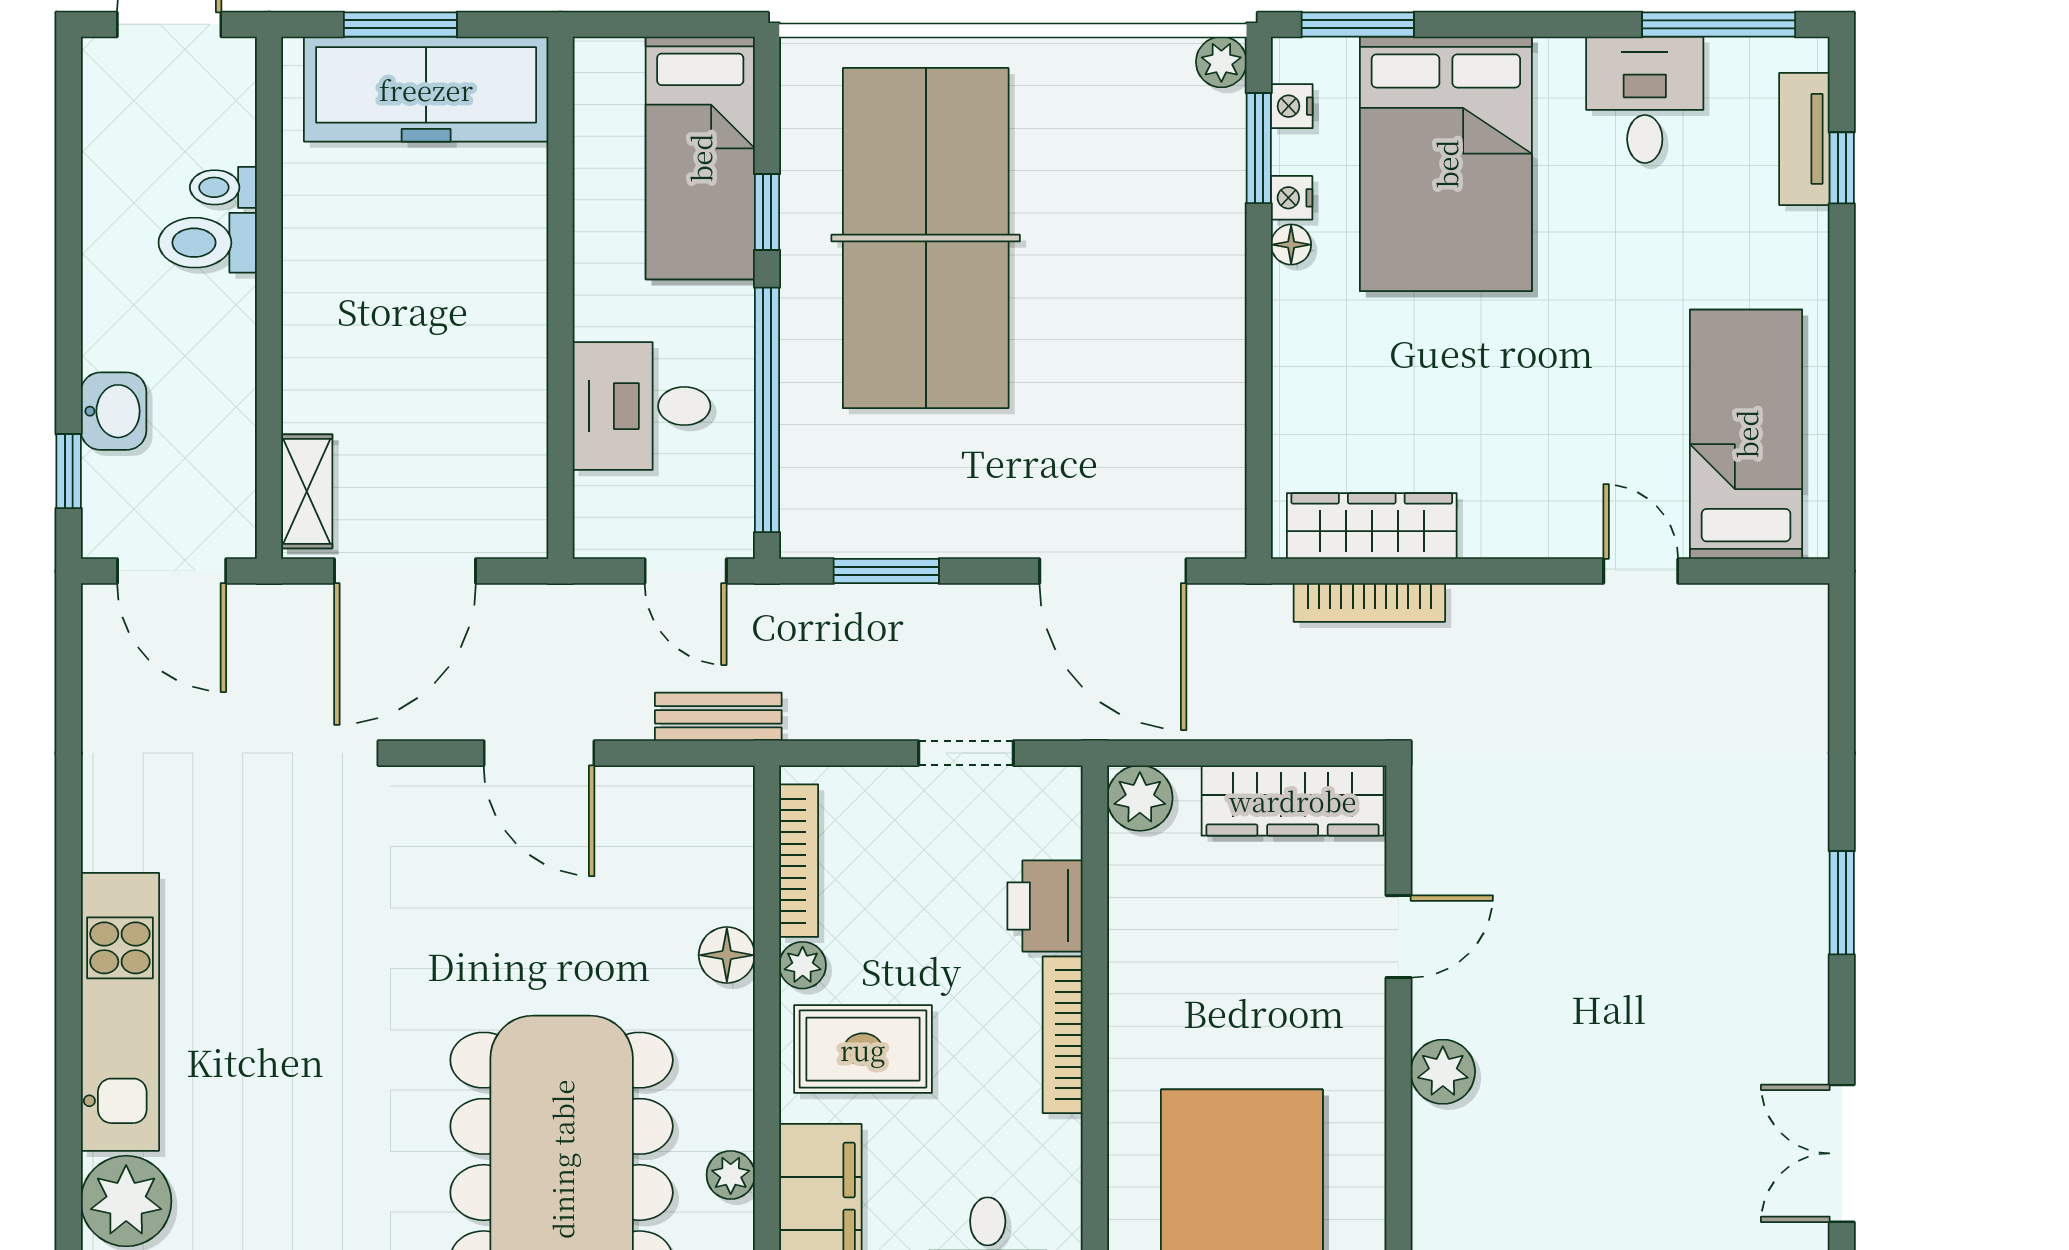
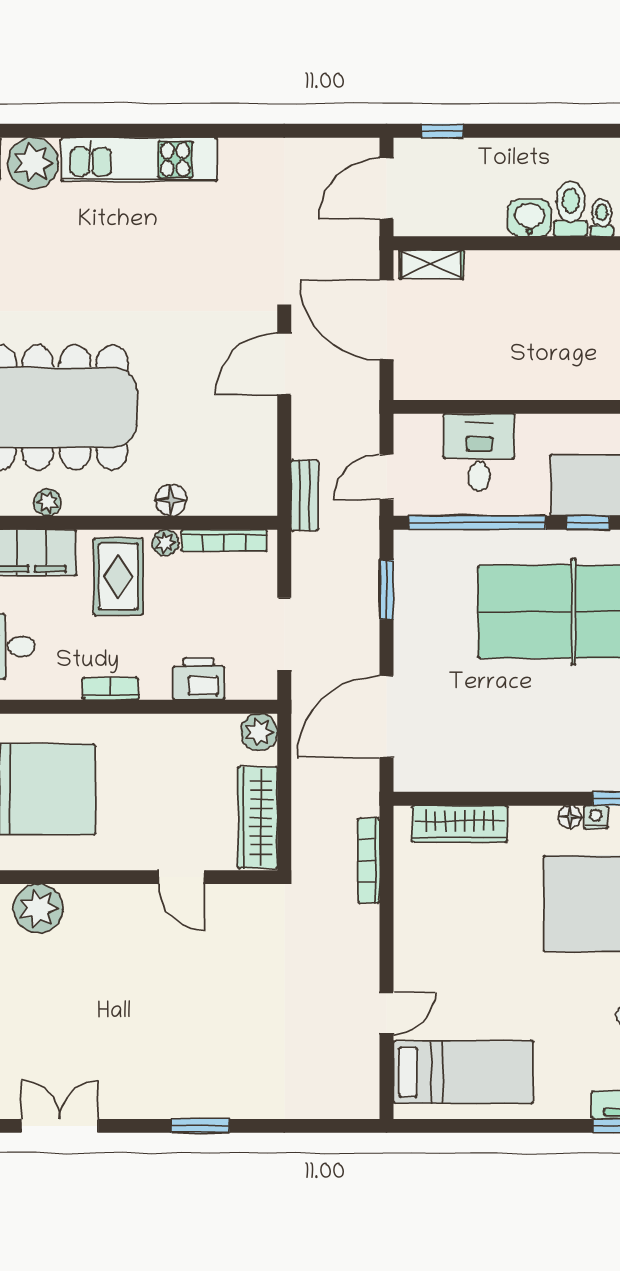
washbasin: (114, 411) -> (530, 218), moved, turned 180
wardrobe: (1372, 526) -> (460, 824), moved, turned 90
door: (539, 753) -> (284, 364), moved
doorway: (966, 753) -> (284, 634), width x1.38
bookcase: (1063, 1035) -> (110, 689), width x0.64
plant: (1443, 1072) -> (38, 909), moved, width x1.36, depth x1.36

